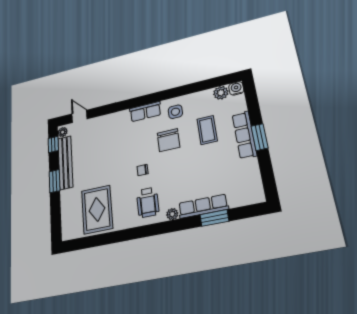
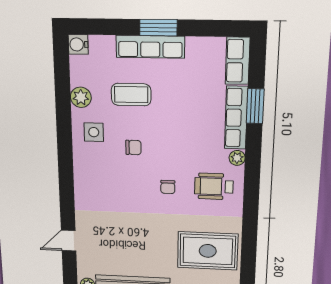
plant: (221, 93) -> (81, 97), moved
row of seats: (145, 112) -> (238, 61), moved, turned 180
door: (80, 116) -> (69, 241), moved
chair: (169, 140) -> (133, 147), width x0.54, depth x0.54
wheelchair: (148, 202) -> (214, 186), turned 180

